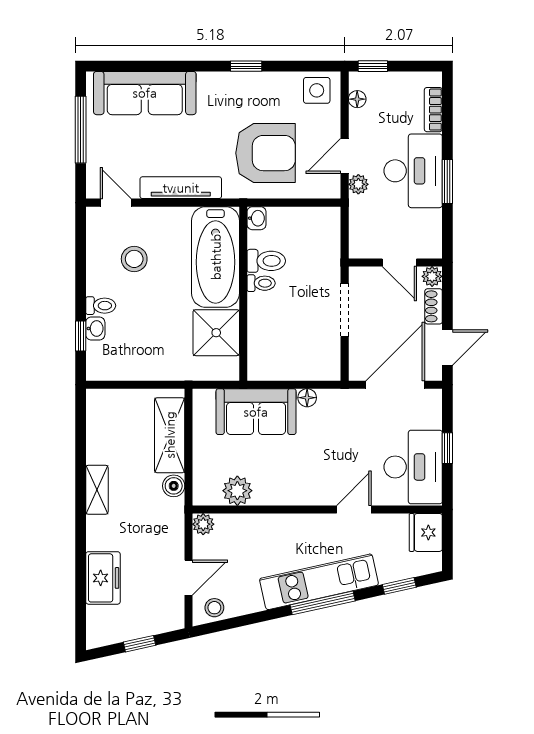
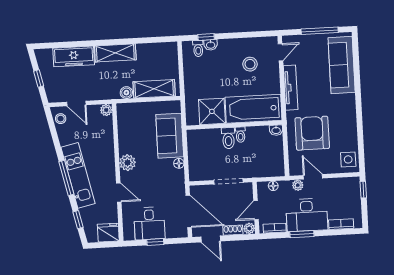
window: (246, 66) -> (359, 120), removed
floor lamp: (357, 99) -> (273, 186), moved
armchair: (265, 153) -> (312, 133), turned 180
bookcase: (434, 230) -> (275, 228), added
toilet: (266, 261) -> (228, 138), moved
toilet: (101, 306) -> (198, 48), moved
desk: (413, 467) -> (149, 223), width x0.73
shelving: (97, 490) -> (115, 53), width x1.50, depth x1.33
plant: (237, 491) -> (127, 163), moved
freezer: (103, 578) -> (74, 56), width x1.40

